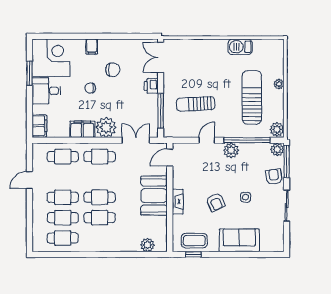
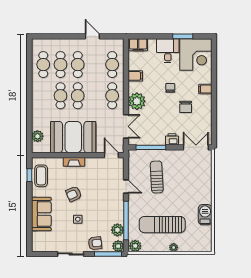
sun lounger: (252, 97) -> (162, 225), turned 180
filing cabinet: (82, 129) -> (135, 76), width x0.50
plant: (231, 150) -> (117, 230), moved
booth: (154, 196) -> (73, 137), width x1.36, depth x1.42

